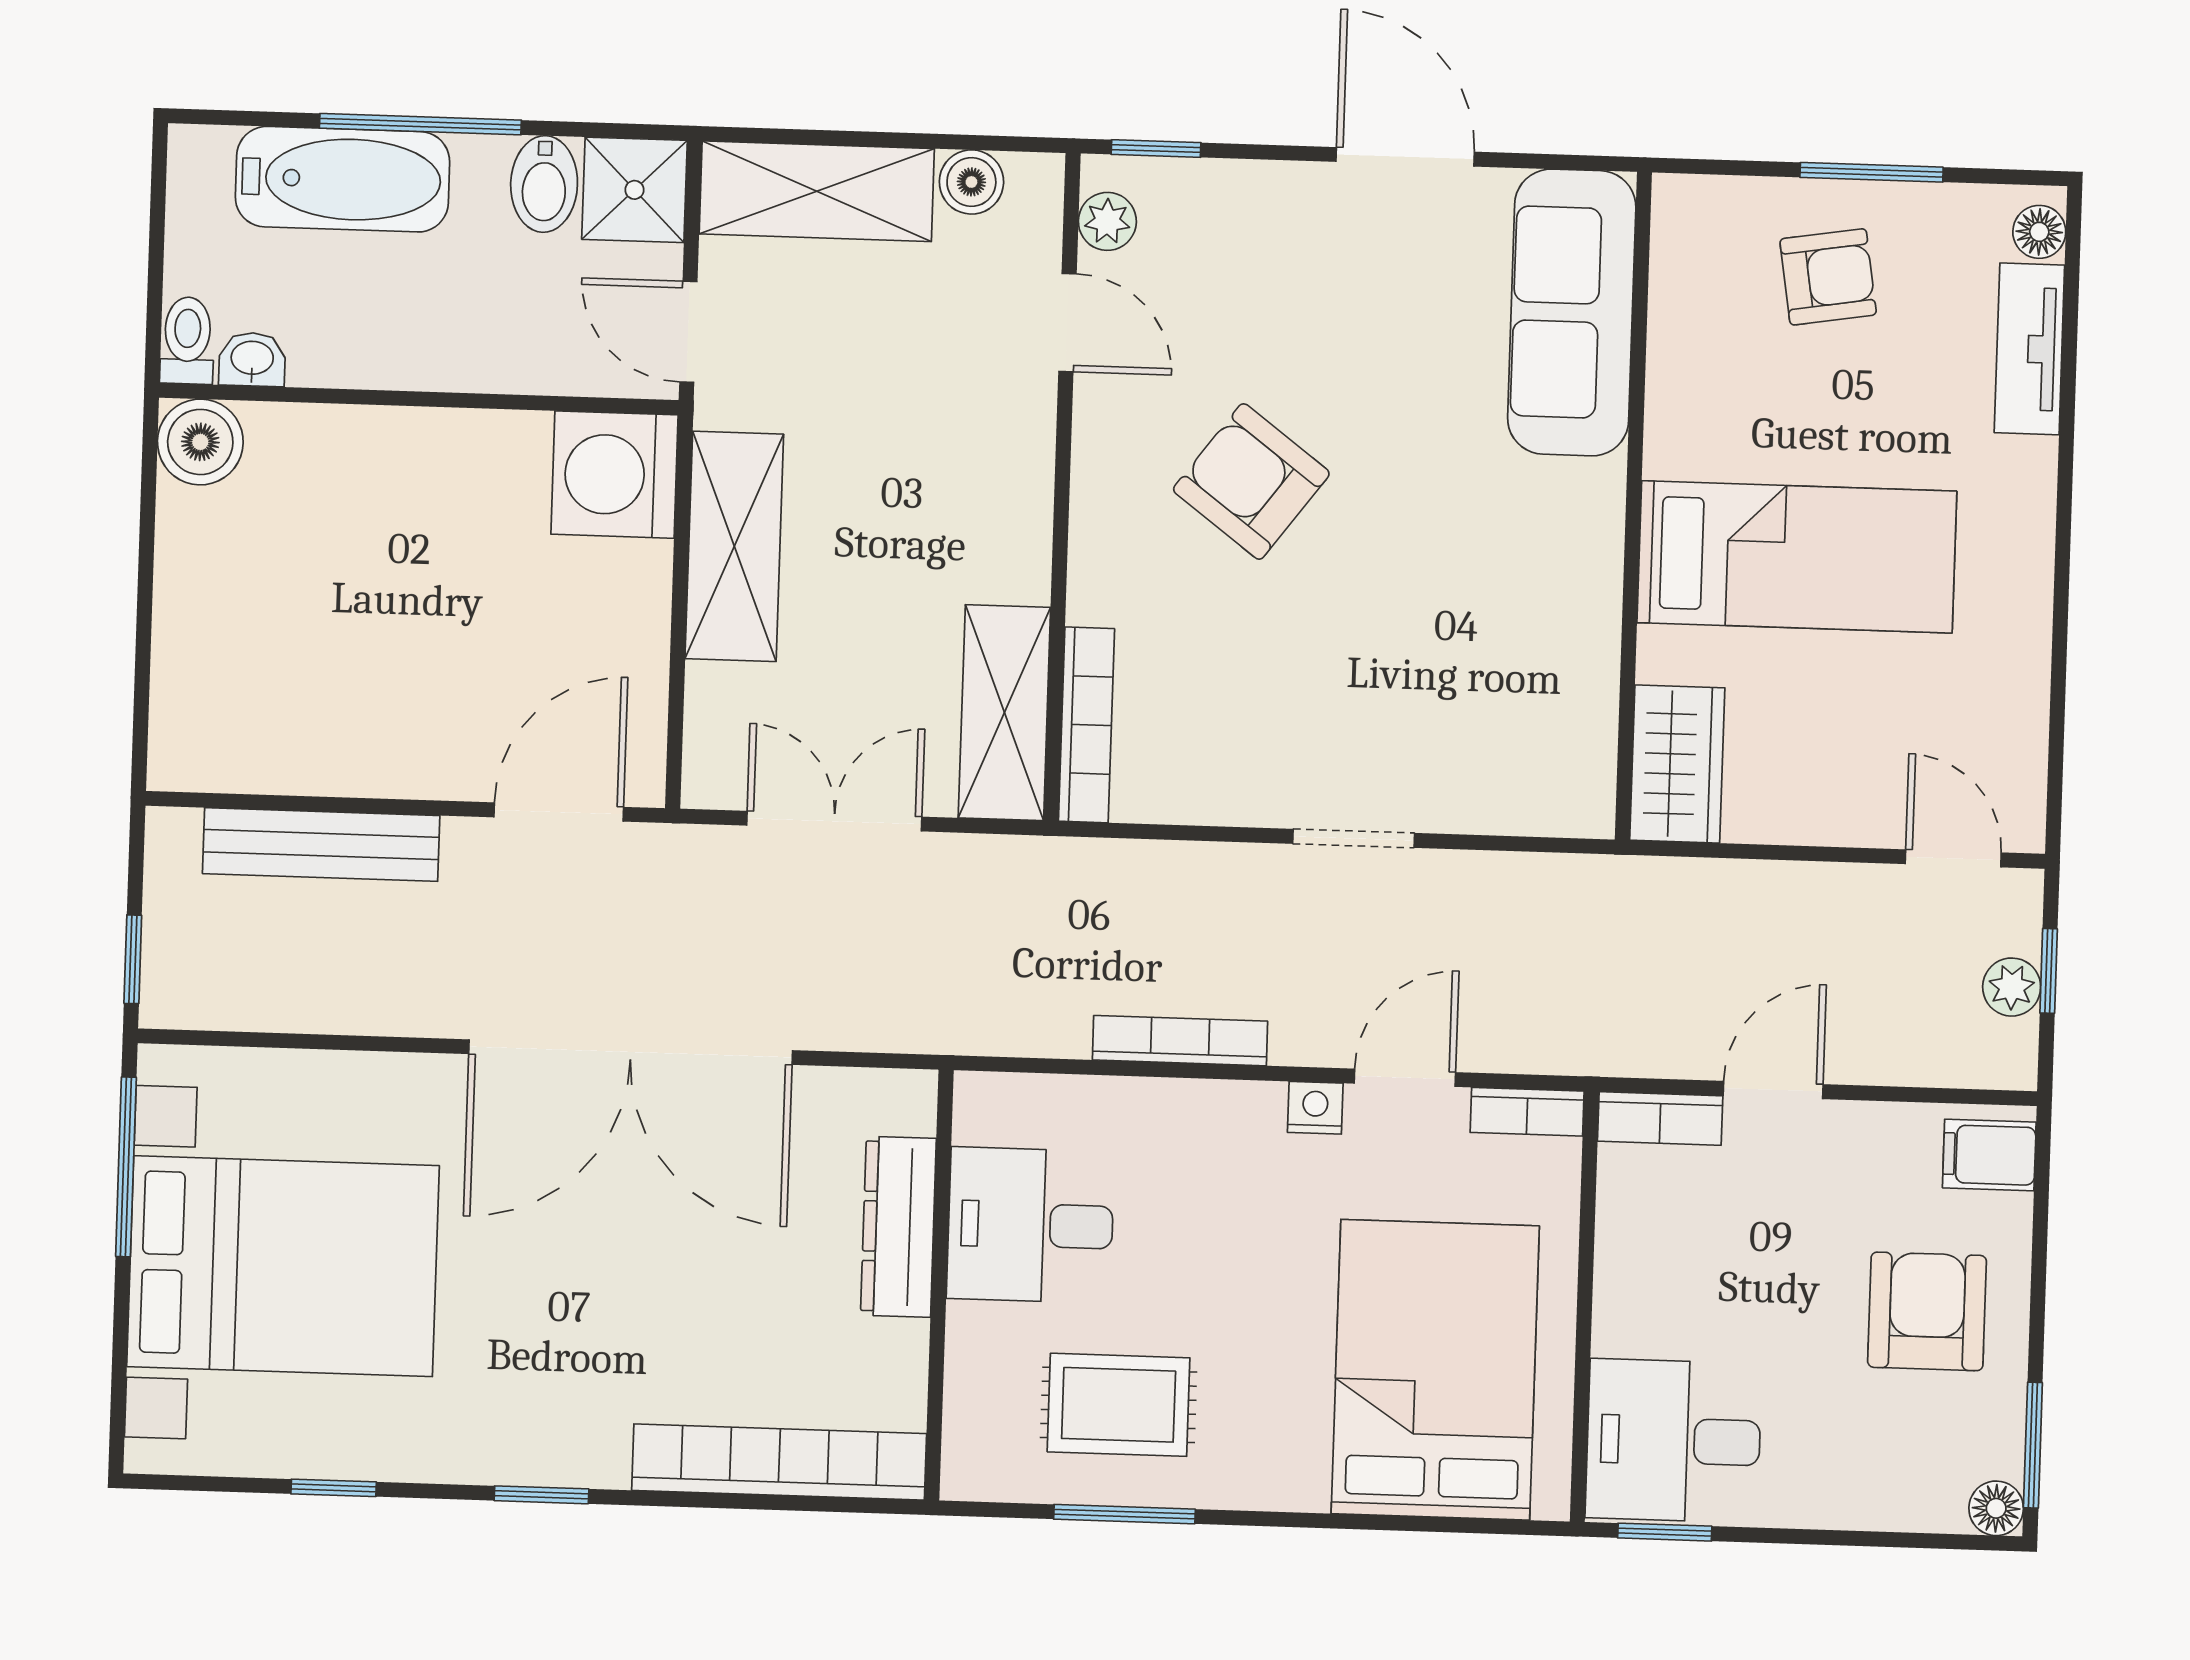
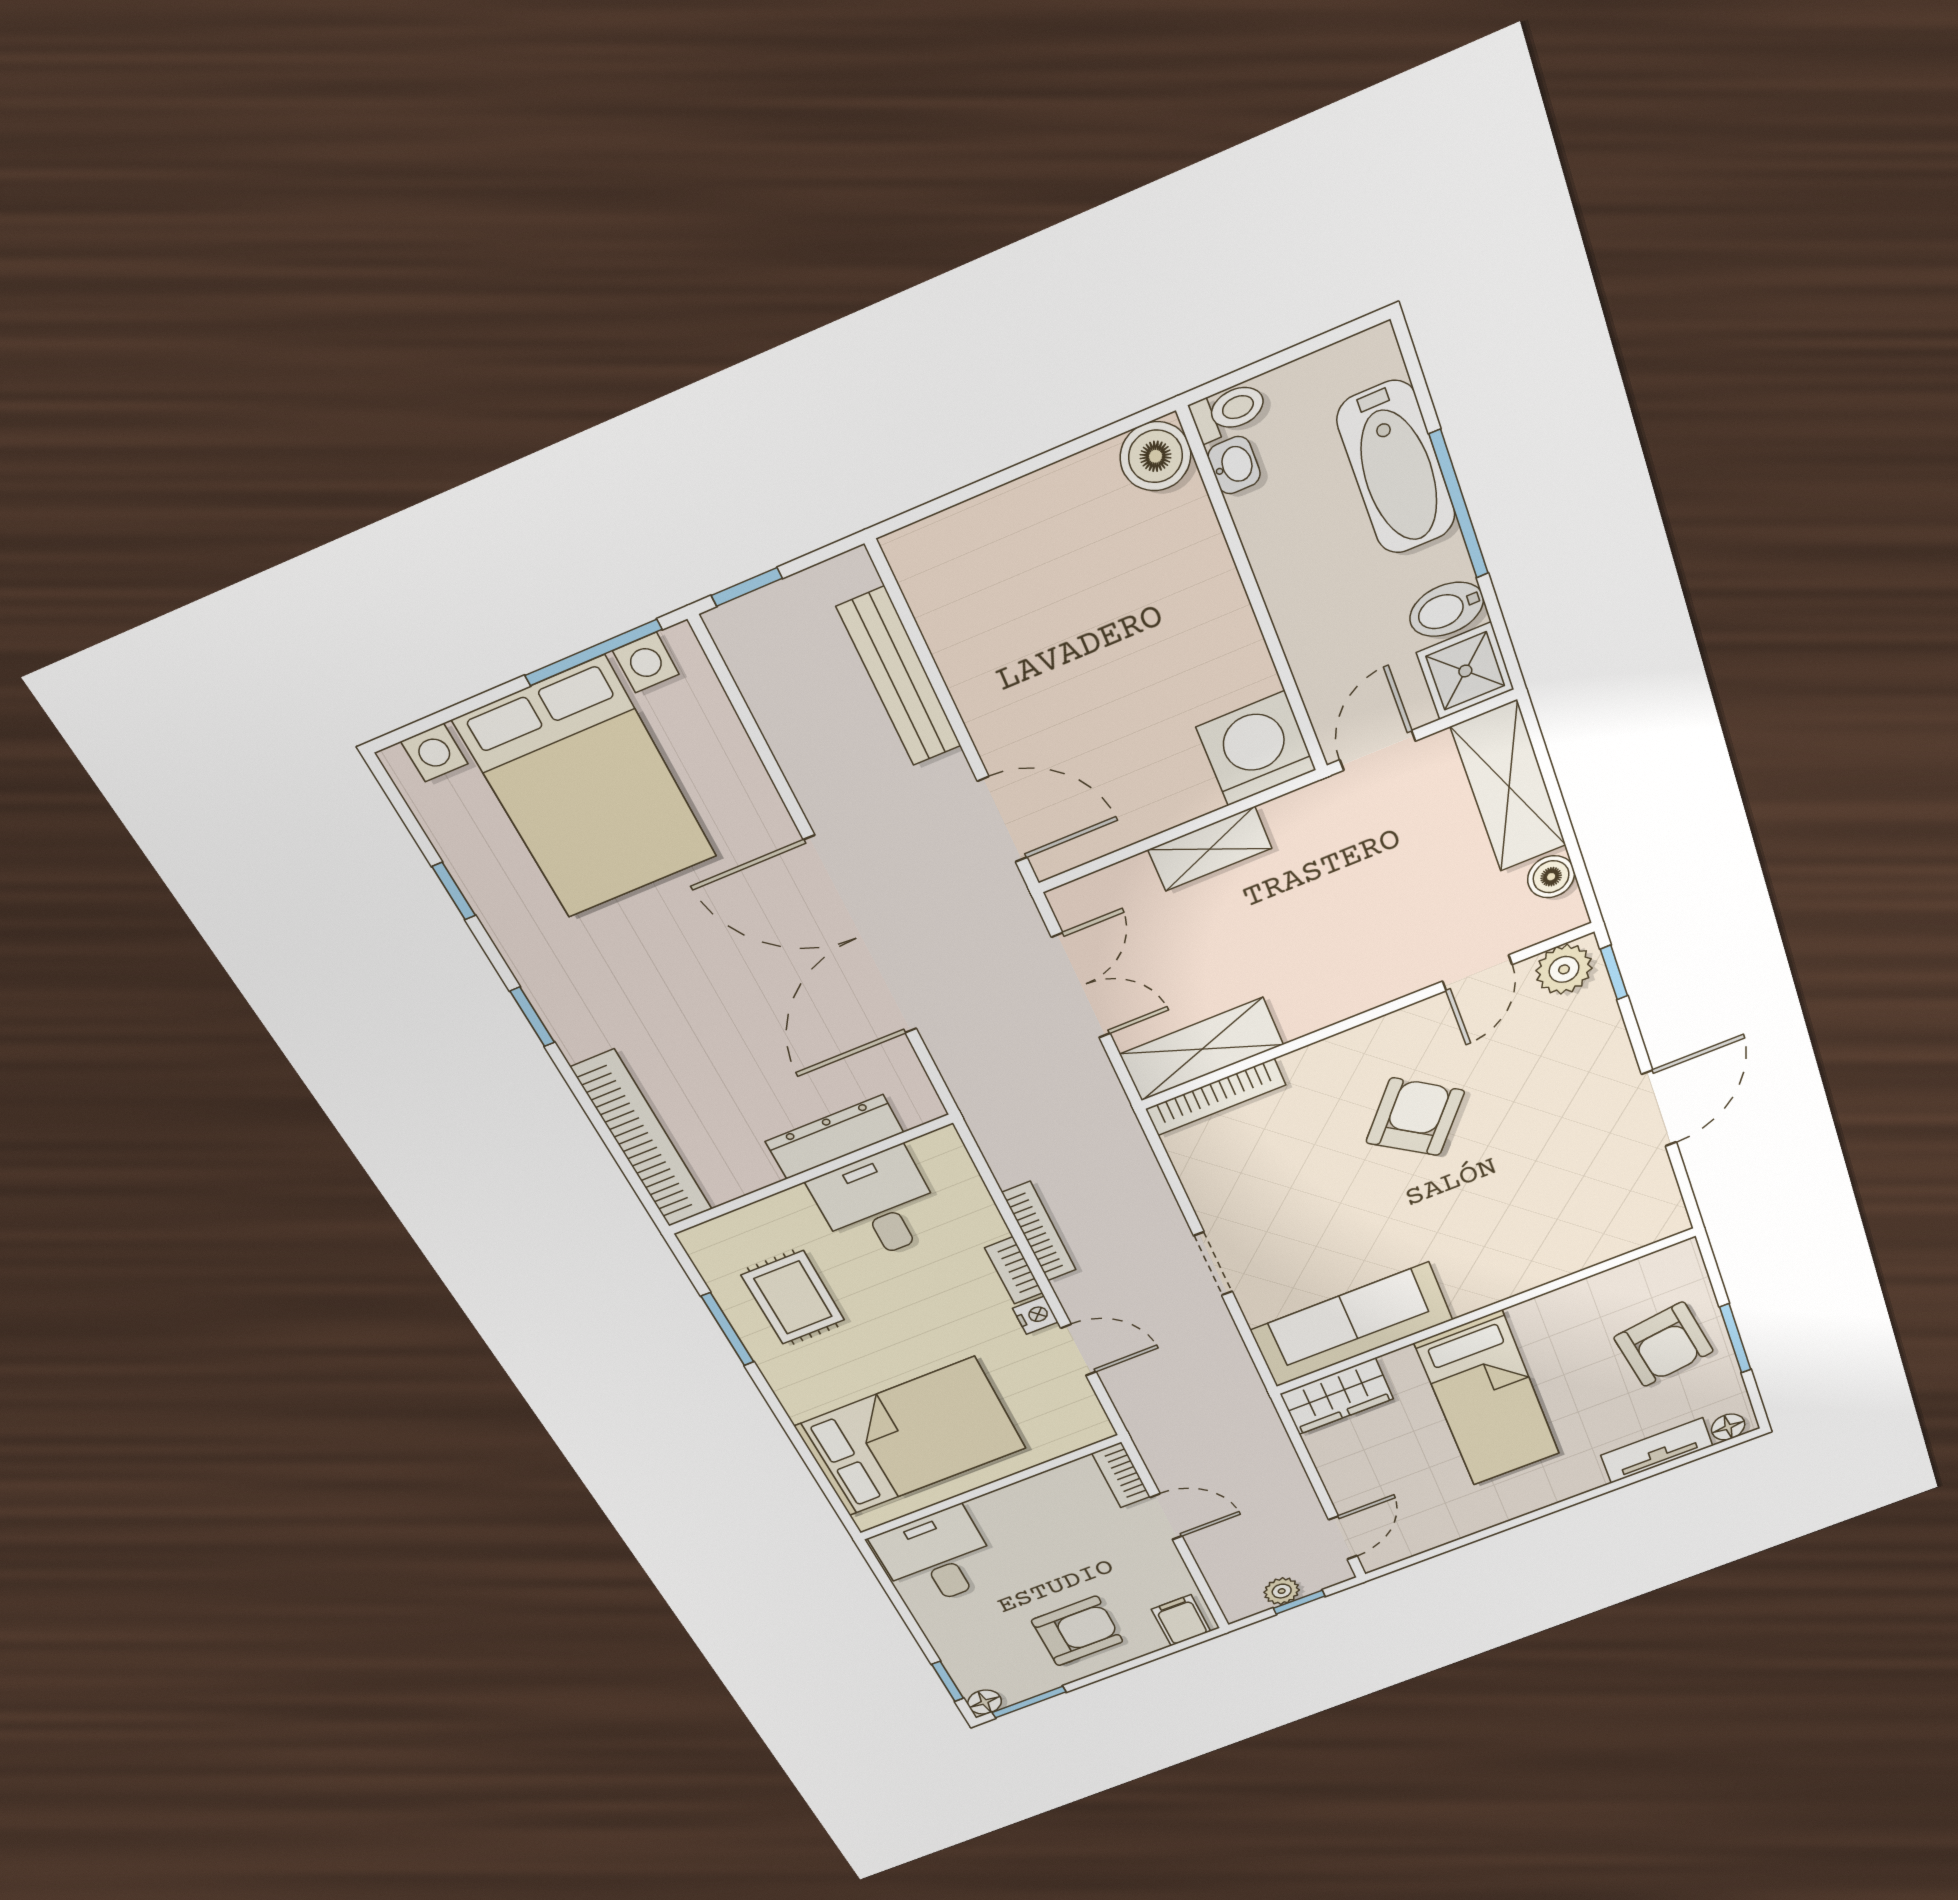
plant: (1107, 221) -> (1564, 969), width x1.38, depth x1.38
armchair: (1828, 277) -> (1664, 1344), width x1.38, depth x1.38
sofa: (1572, 312) -> (1352, 1325), moved
shelving: (734, 546) -> (1210, 849), width x0.67, depth x0.75
bookcase: (1527, 1112) -> (1014, 1270), moved
window: (1665, 1532) -> (948, 1681), moved

